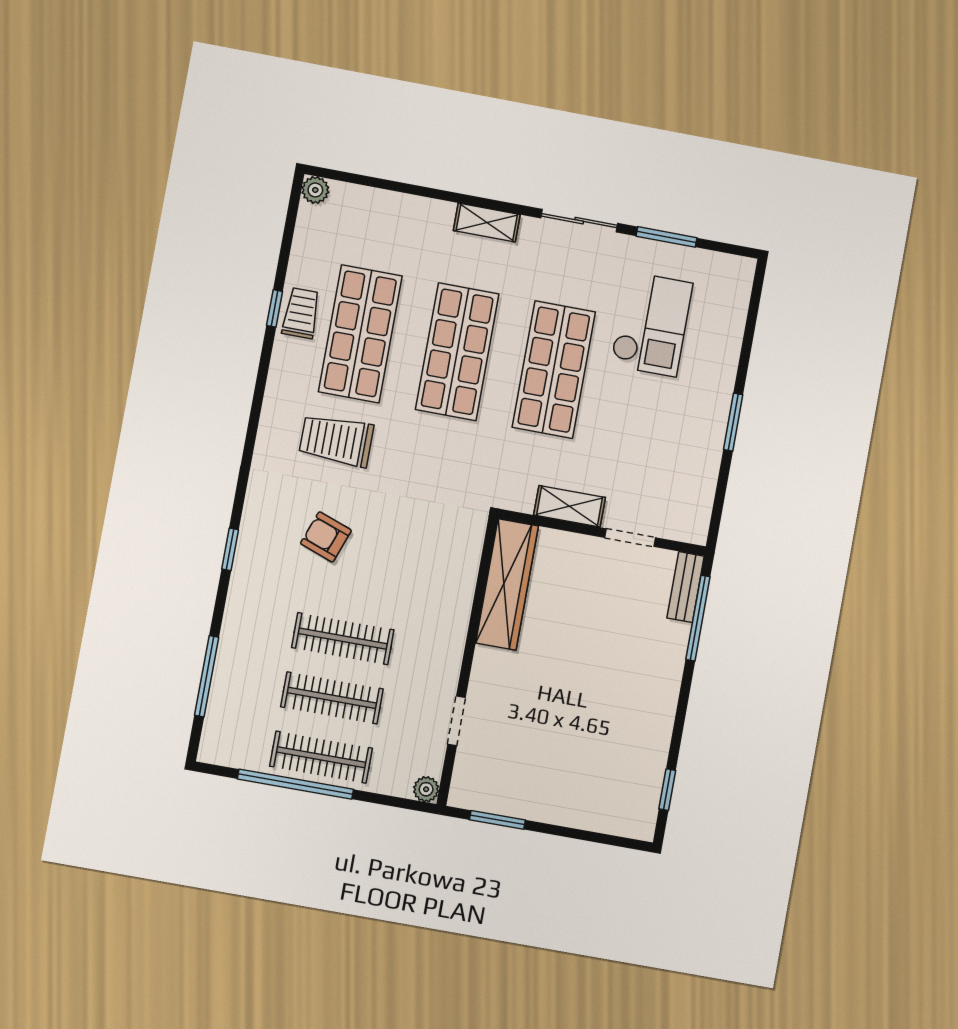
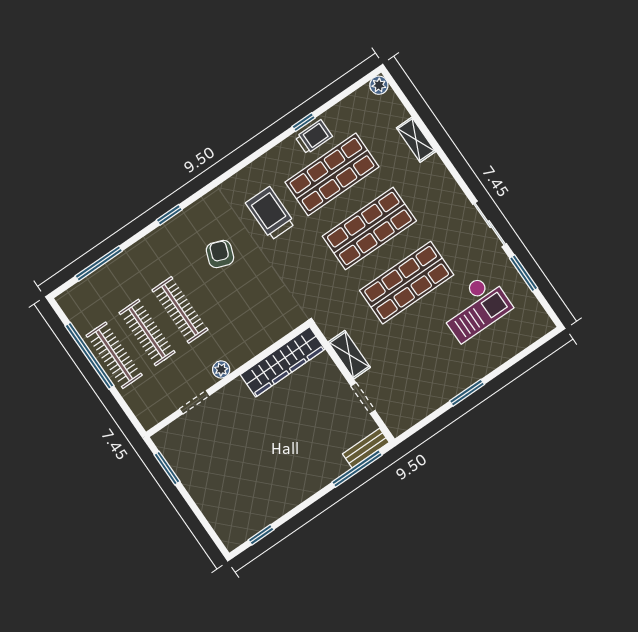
shelving: (487, 223) -> (416, 140), moved
plant: (426, 789) -> (221, 369), moved

